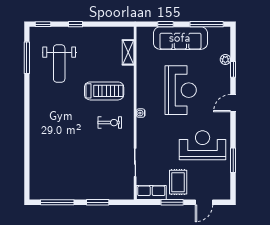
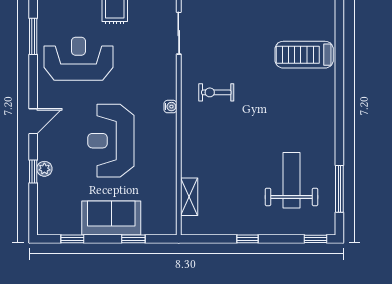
window: (75, 24) -> (247, 239), moved
window: (207, 24) -> (72, 239), width x0.46
sofa: (180, 38) -> (111, 218), width x0.73
plant: (225, 59) -> (44, 169), moved
treadmill: (104, 91) -> (304, 55), moved
reception desk: (203, 145) -> (78, 59), turned 180

